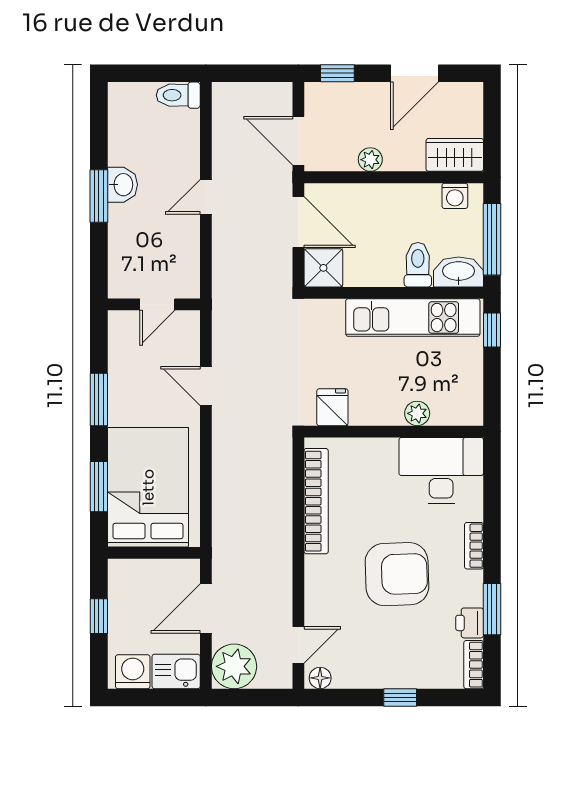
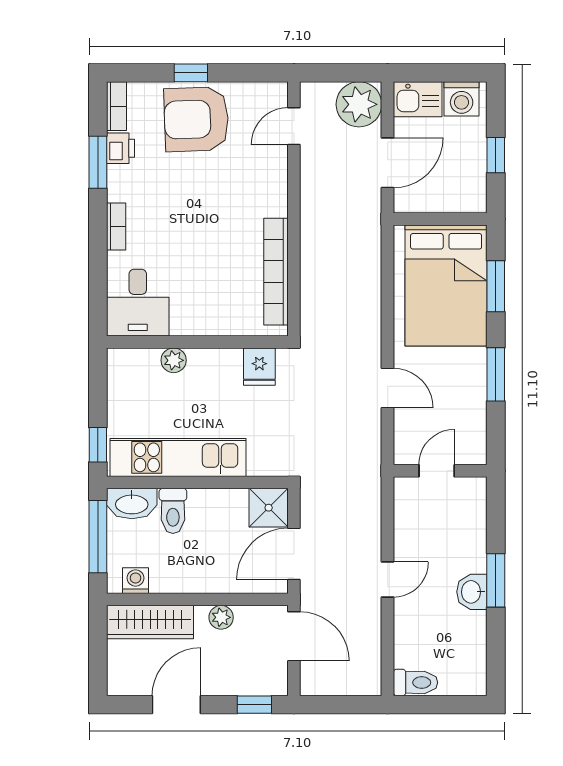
wardrobe: (455, 155) -> (150, 622), width x1.50
door: (298, 222) -> (294, 554), hinge flipped
desk: (441, 470) -> (138, 303), width x0.73
armchair: (397, 574) -> (196, 119), moved
floor lamp: (320, 678) -> (272, 93), removed

